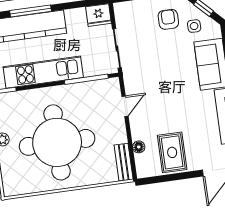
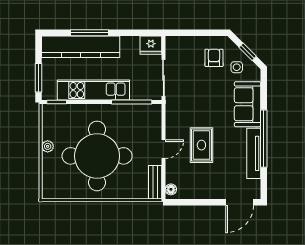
door: (125, 106) -> (163, 149), moved
floor lamp: (139, 147) -> (171, 189), moved
rug: (172, 152) -> (201, 145), moved

